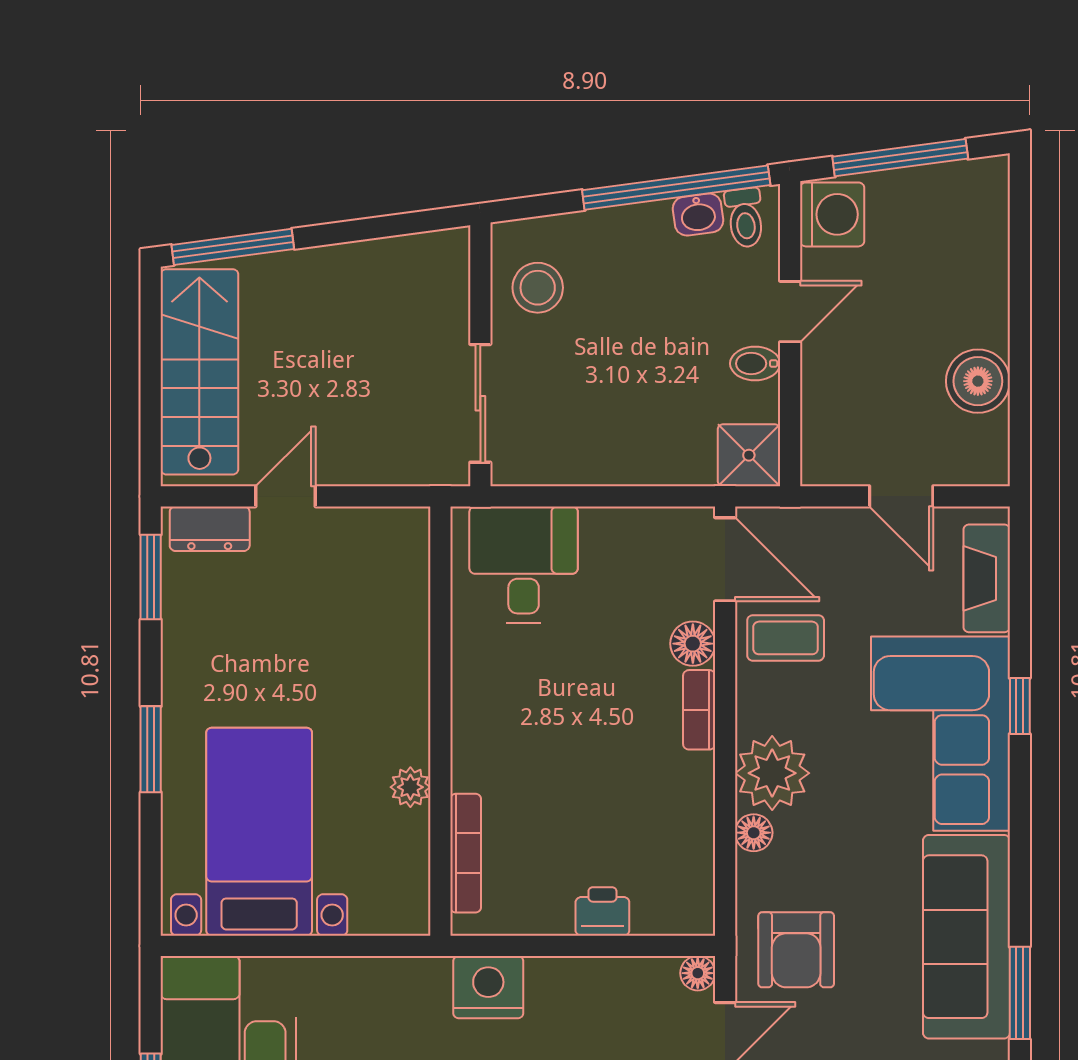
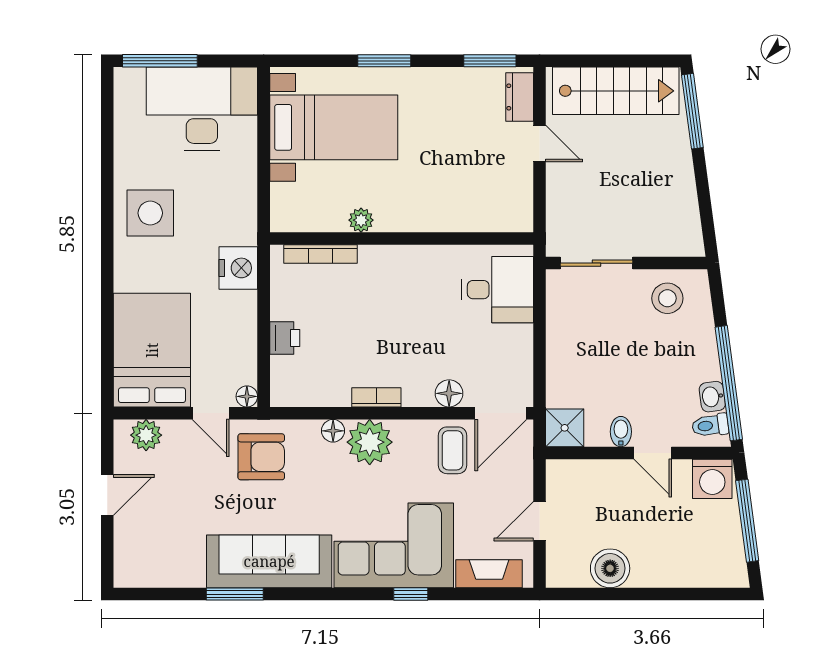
bookcase: (699, 710) -> (376, 397), moved
armchair: (796, 950) -> (261, 457), turned 180

